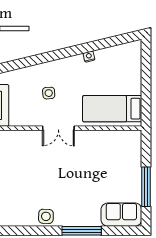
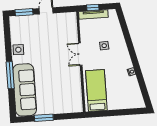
window: (146, 187) -> (44, 118), width x0.69
sofa: (121, 215) -> (25, 90), width x1.85, depth x1.27

